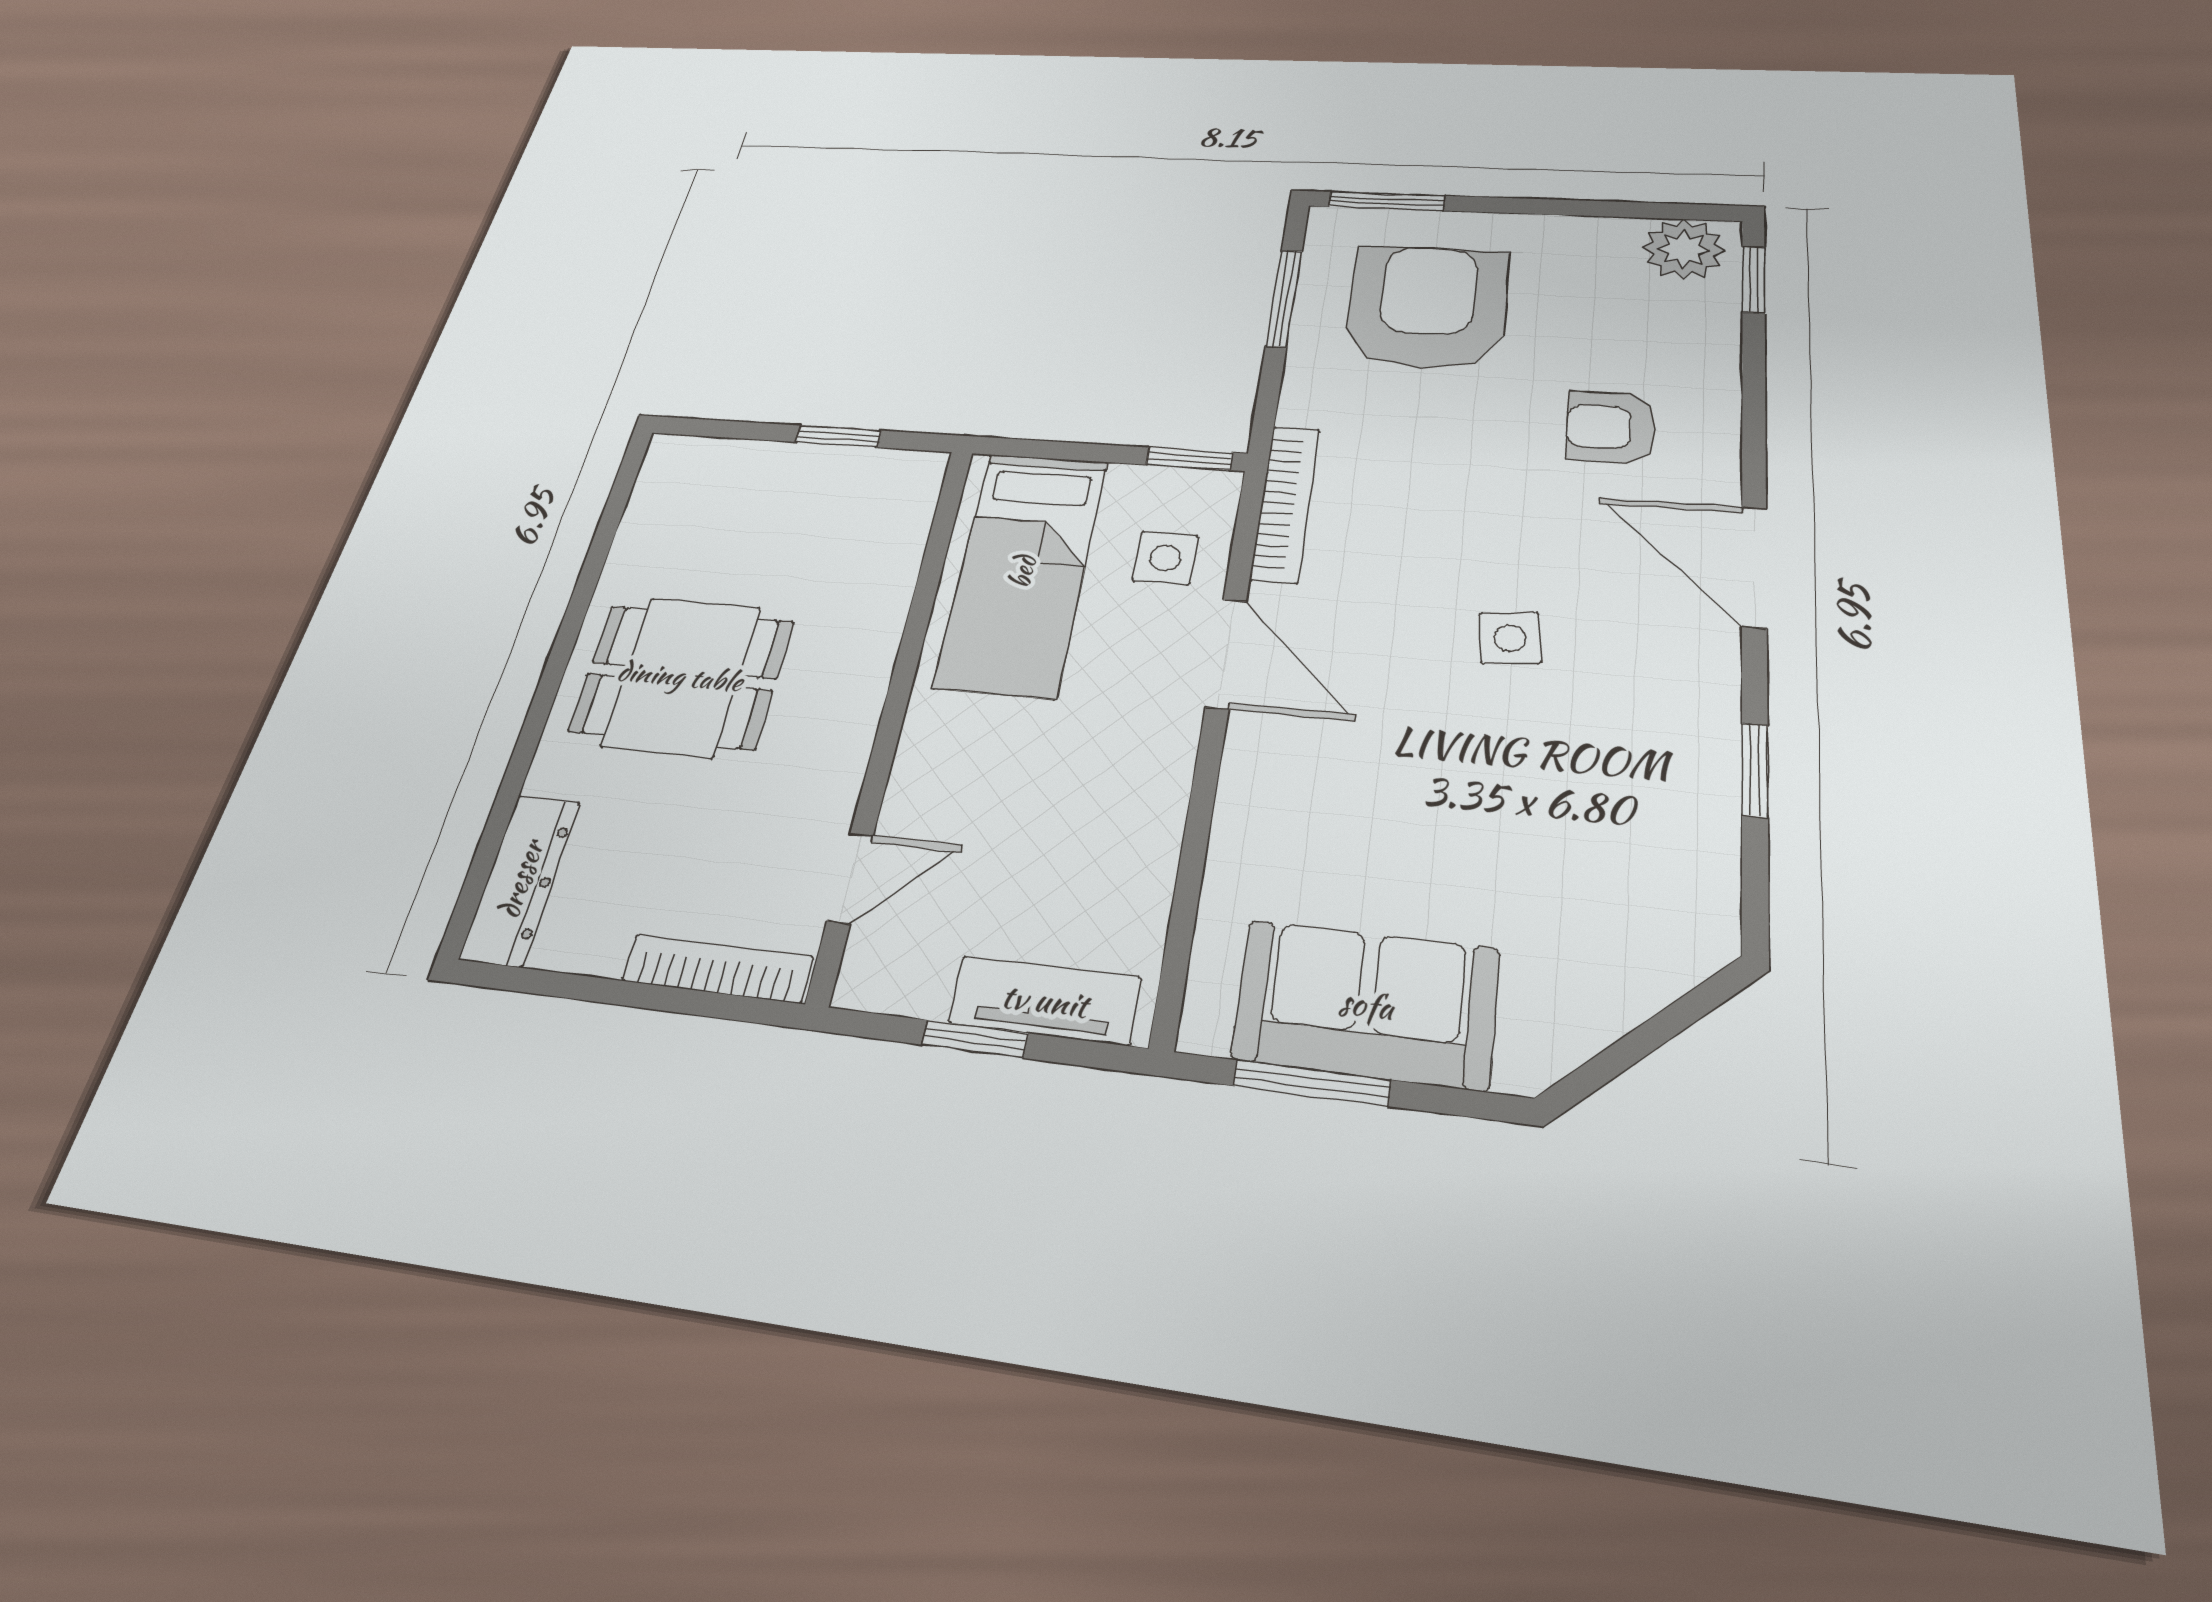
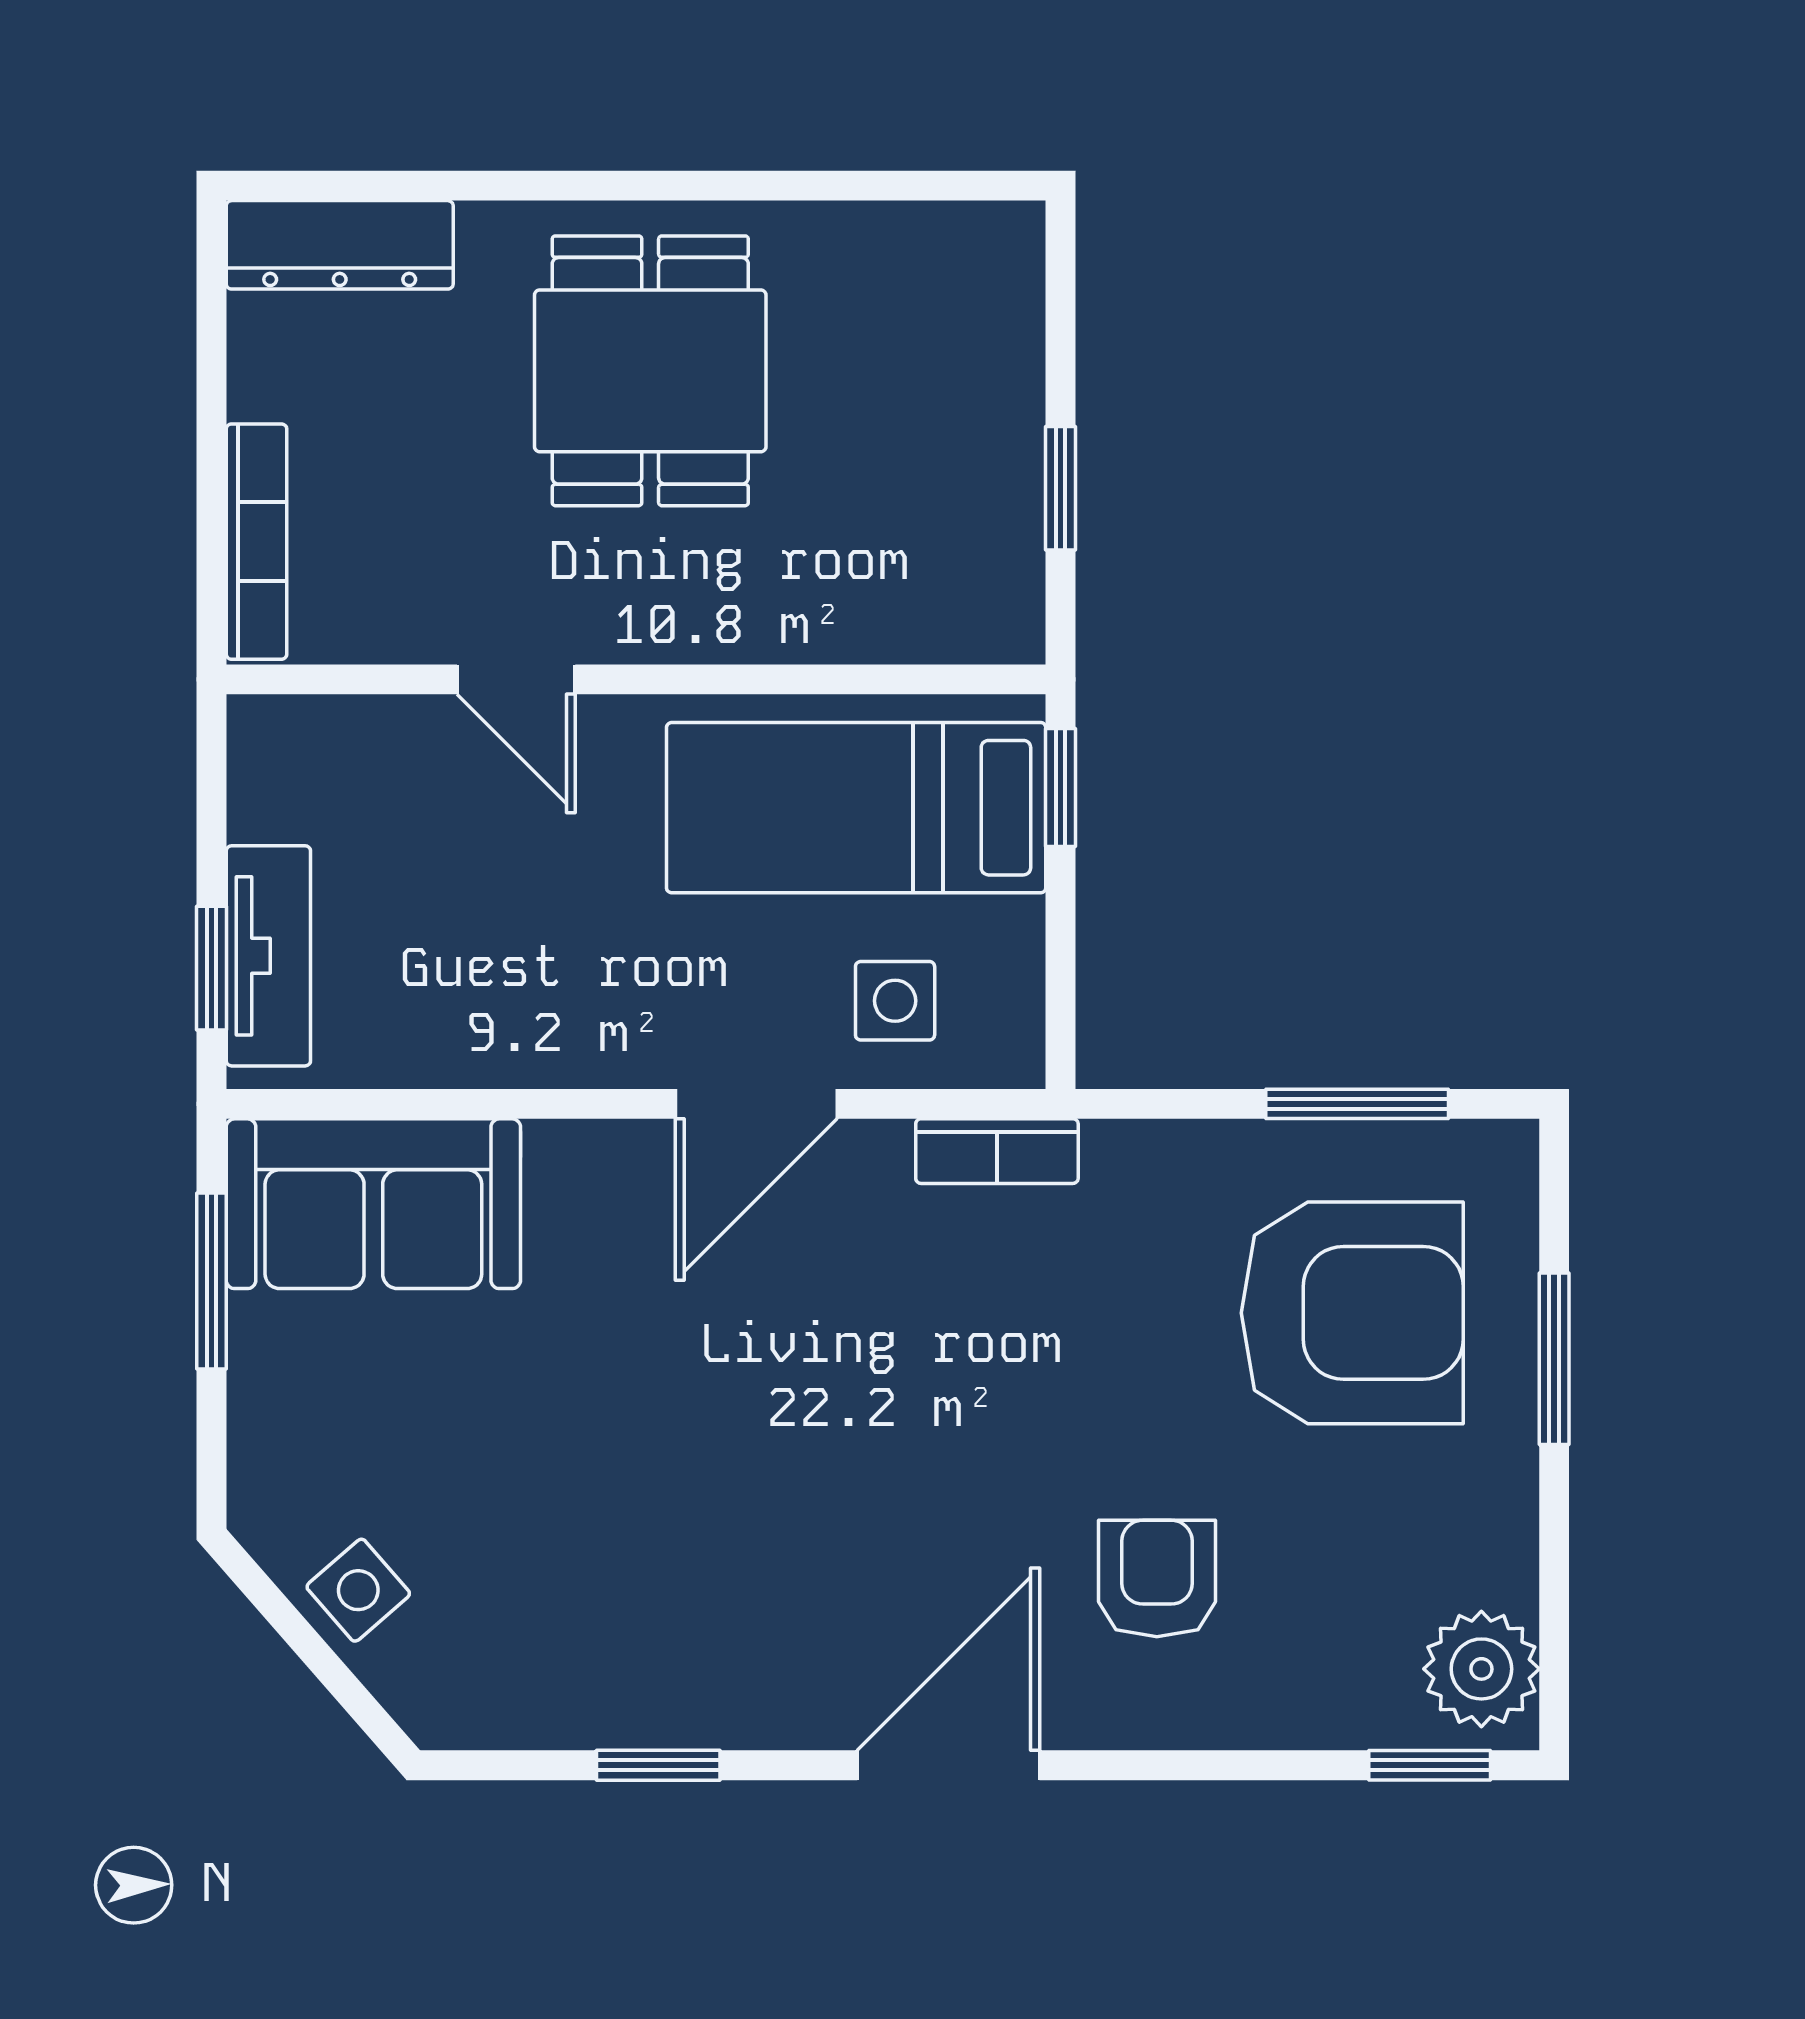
window: (1387, 201) -> (1554, 1359), moved
window: (1189, 459) -> (1061, 787), moved
bookcase: (1285, 503) -> (997, 1151), width x0.64
side table: (1510, 638) -> (358, 1590), moved, turned -35
door: (850, 878) -> (516, 679), moved
sofa: (1366, 1004) -> (373, 1204), moved, turned 90
window: (975, 1039) -> (212, 968), moved

